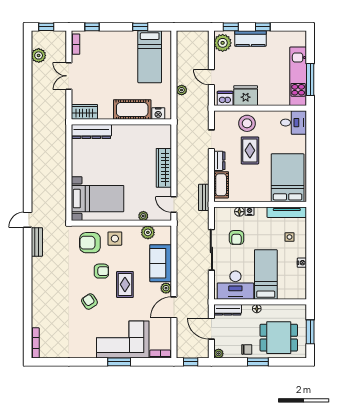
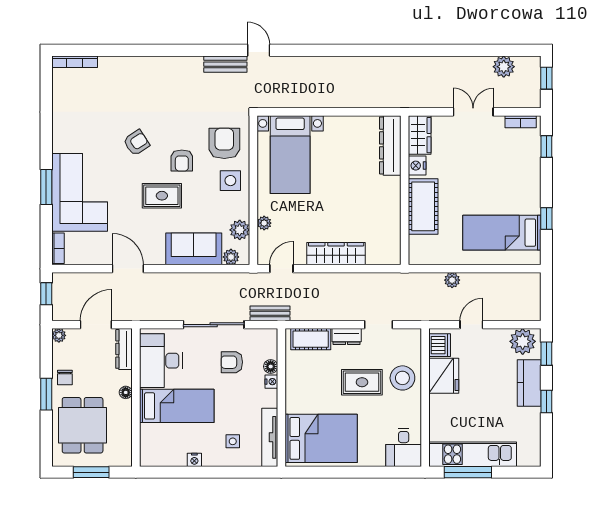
nightstand: (158, 113) -> (417, 166), moved
bench: (204, 197) -> (270, 313), moved
plant: (166, 288) -> (231, 257), moved

